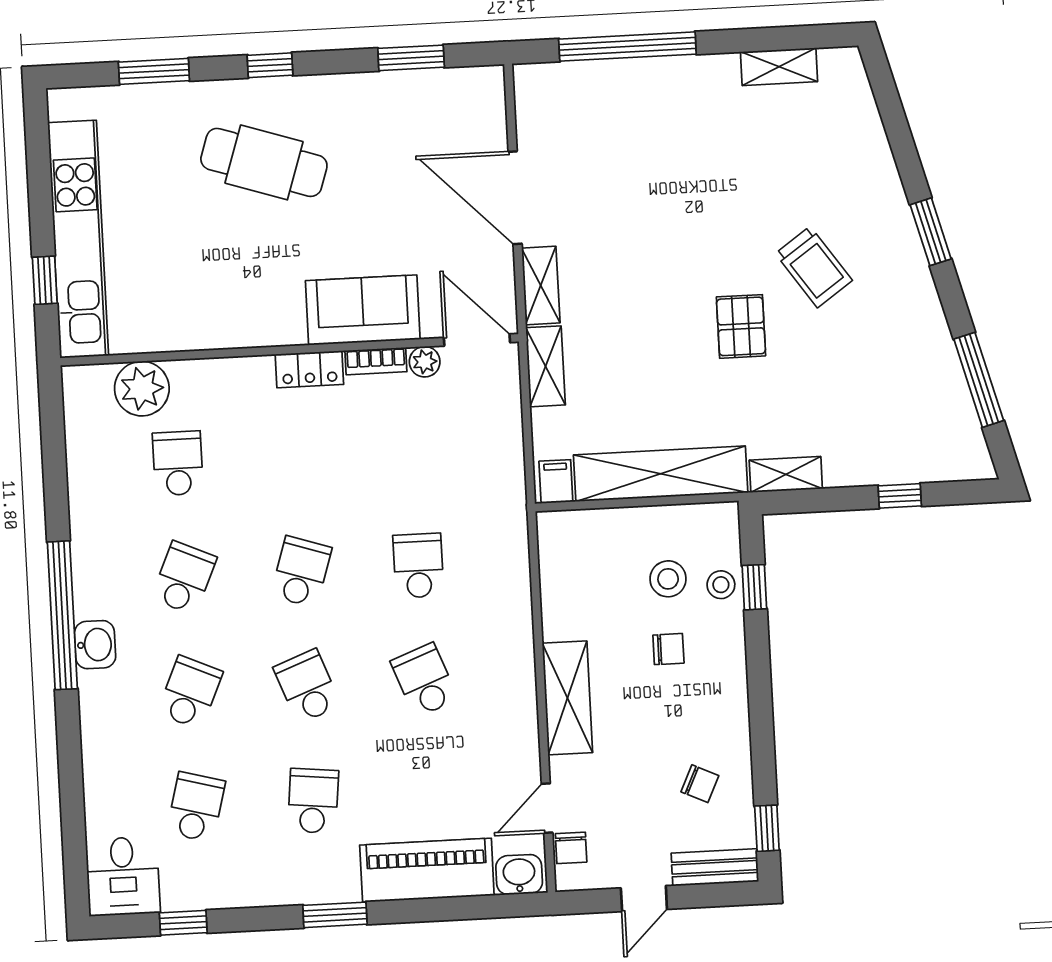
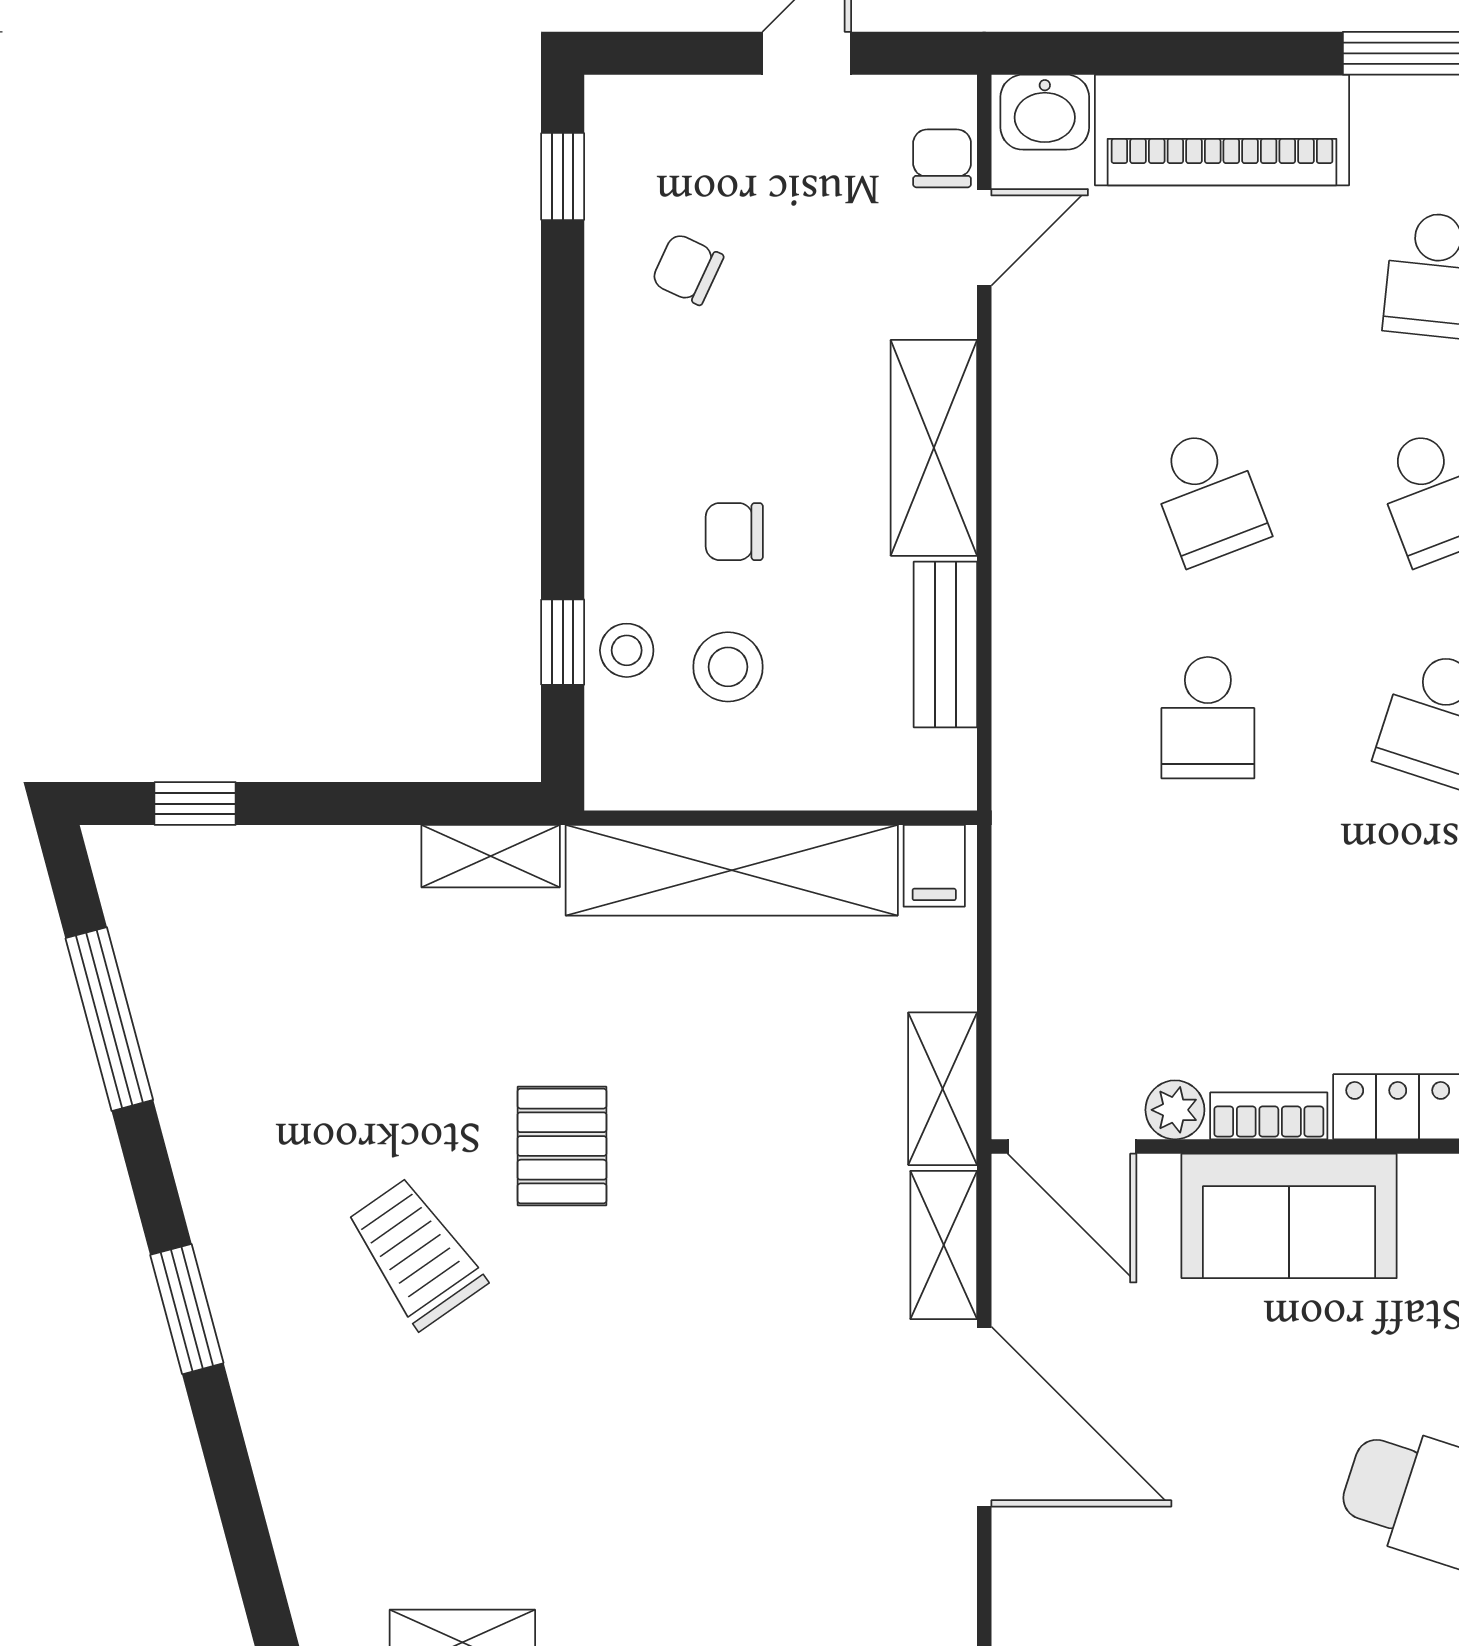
window: (900, 496) -> (195, 804), moved
bench: (715, 867) -> (945, 644), moved, turned 90

